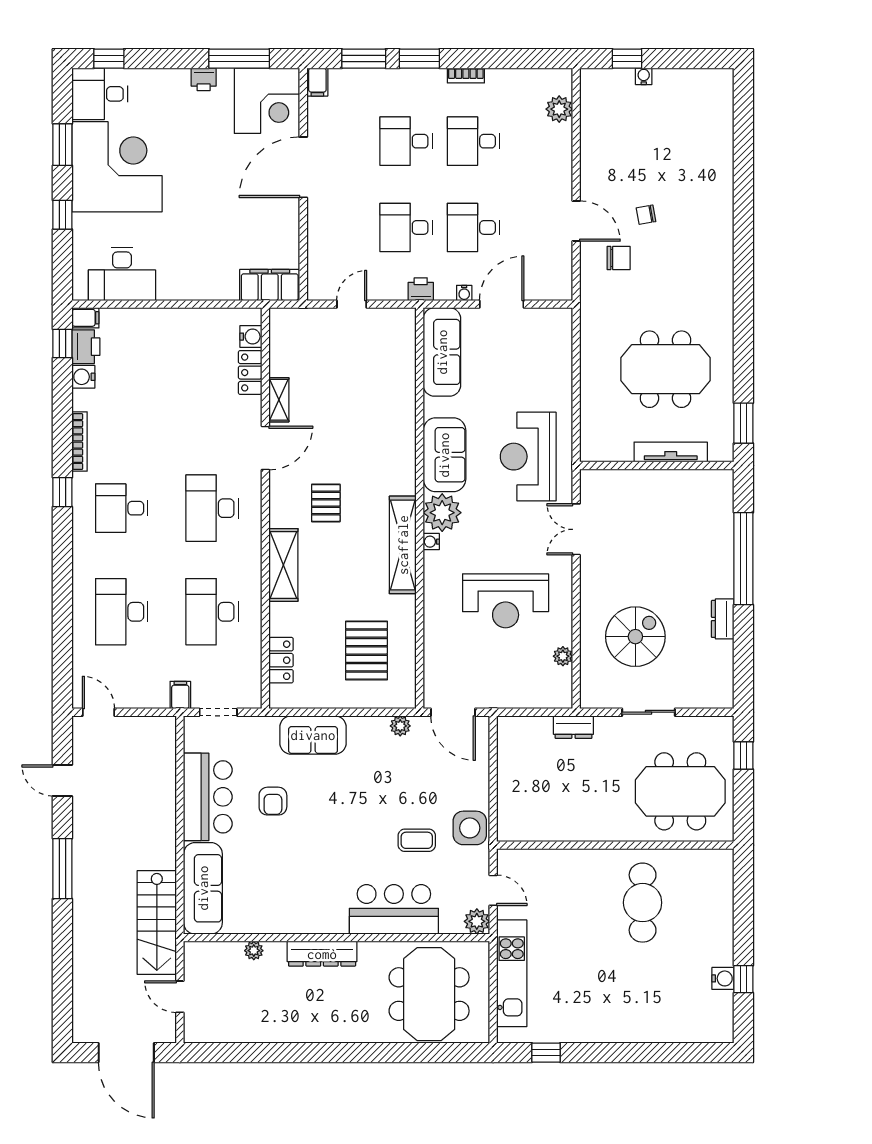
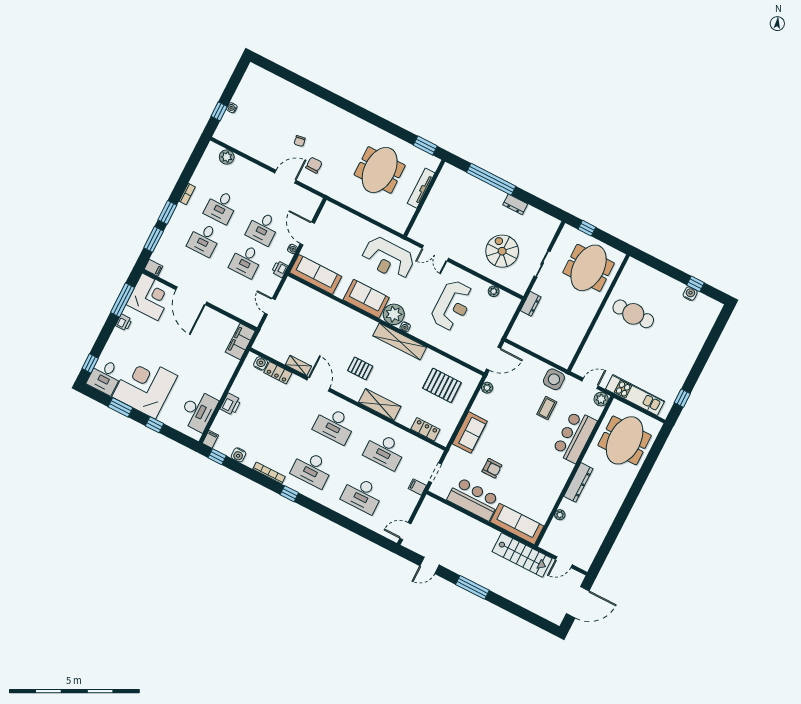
printer: (86, 347) -> (231, 404), moved, turned 90
desk: (122, 508) -> (312, 469), width x1.37
meeting table: (429, 994) -> (625, 440), turned 90

